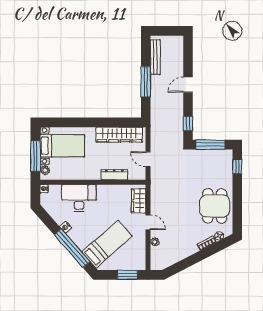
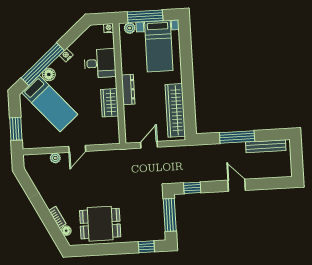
dresser: (114, 175) -> (128, 90), moved
desk: (79, 198) -> (100, 63), width x0.73
wardrobe: (139, 201) -> (110, 103), moved, turned -90
floor lamp: (82, 243) -> (49, 74), added

